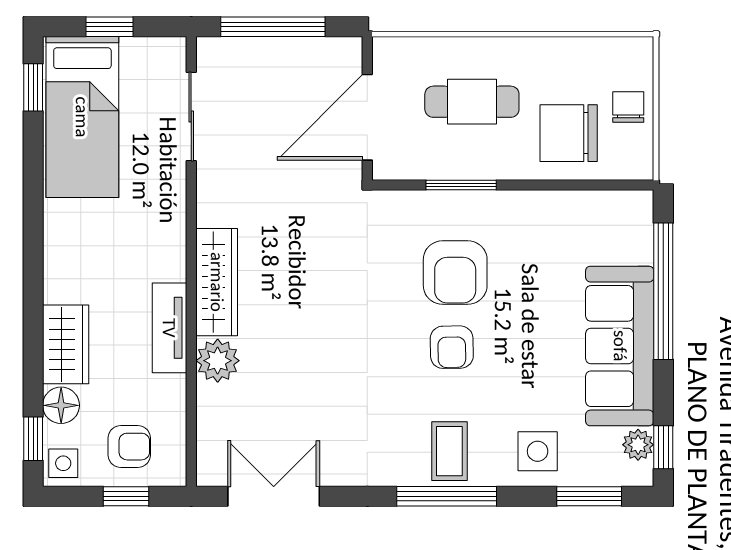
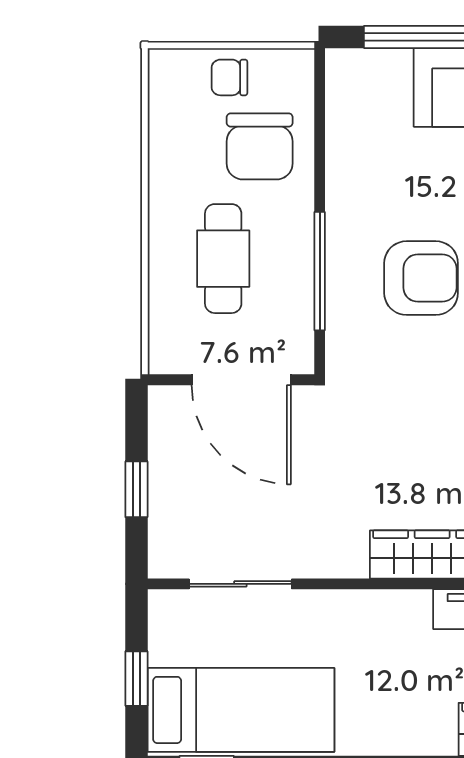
window: (273, 27) -> (136, 489), width x0.46
window: (461, 185) -> (320, 271), width x1.44

